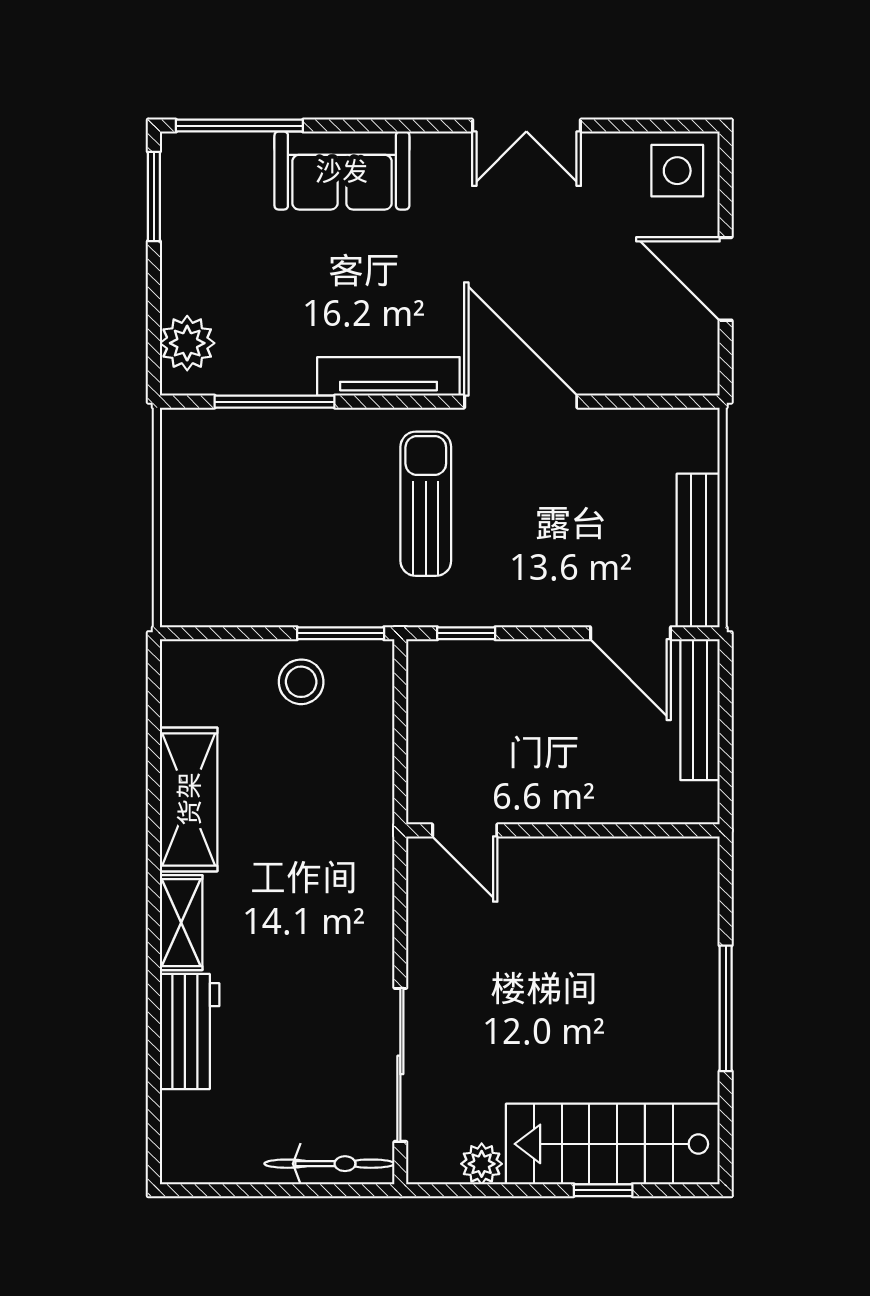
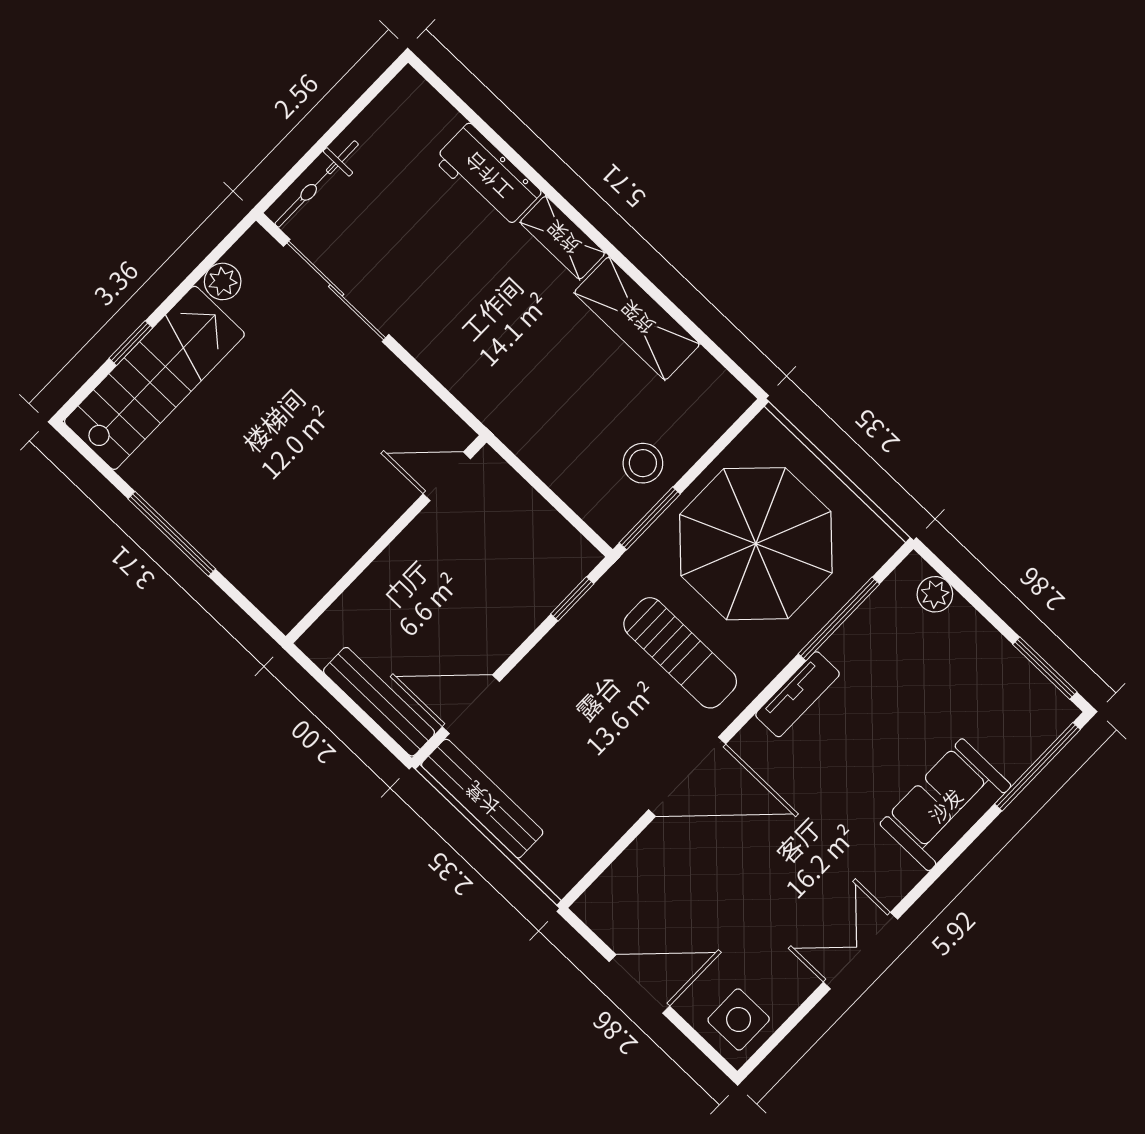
plant: (187, 343) -> (935, 594), width x0.73, depth x0.73
tv unit: (388, 376) -> (798, 694), width x0.71
parasol: (278, 528) -> (756, 544), added

